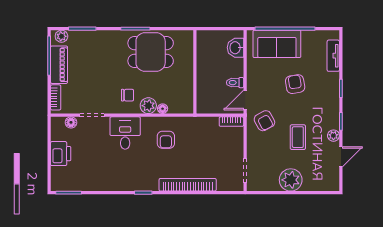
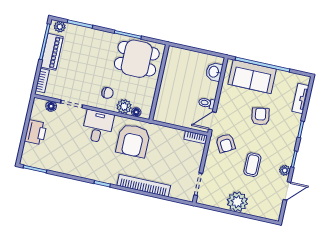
wall: (195, 72) -> (159, 82), moved
armchair: (166, 140) -> (133, 141), width x1.88, depth x1.88

